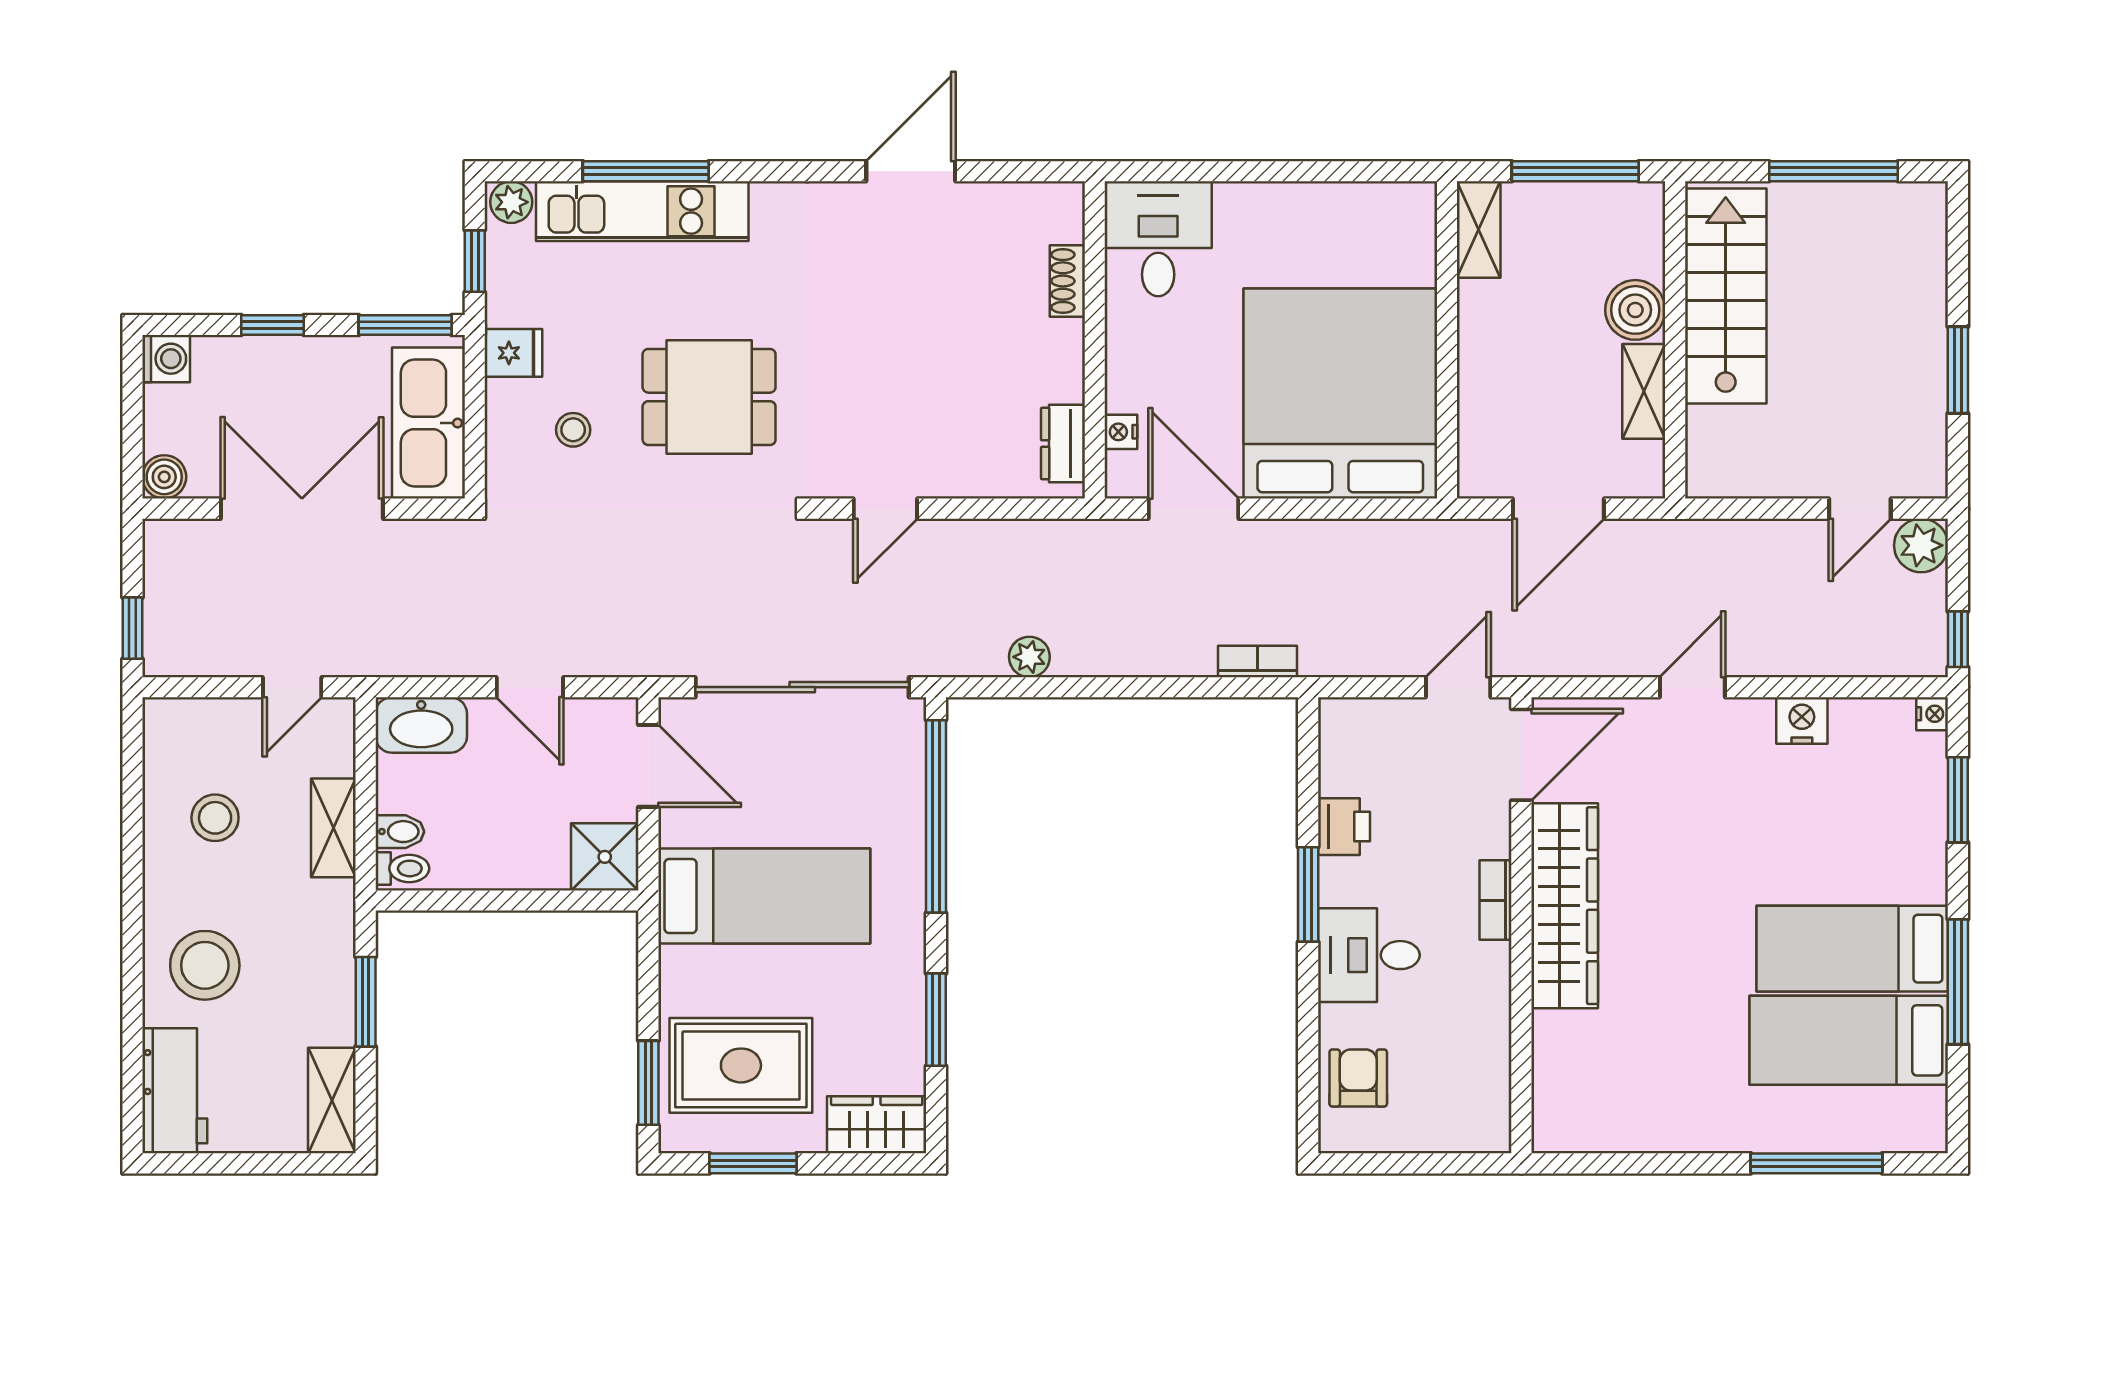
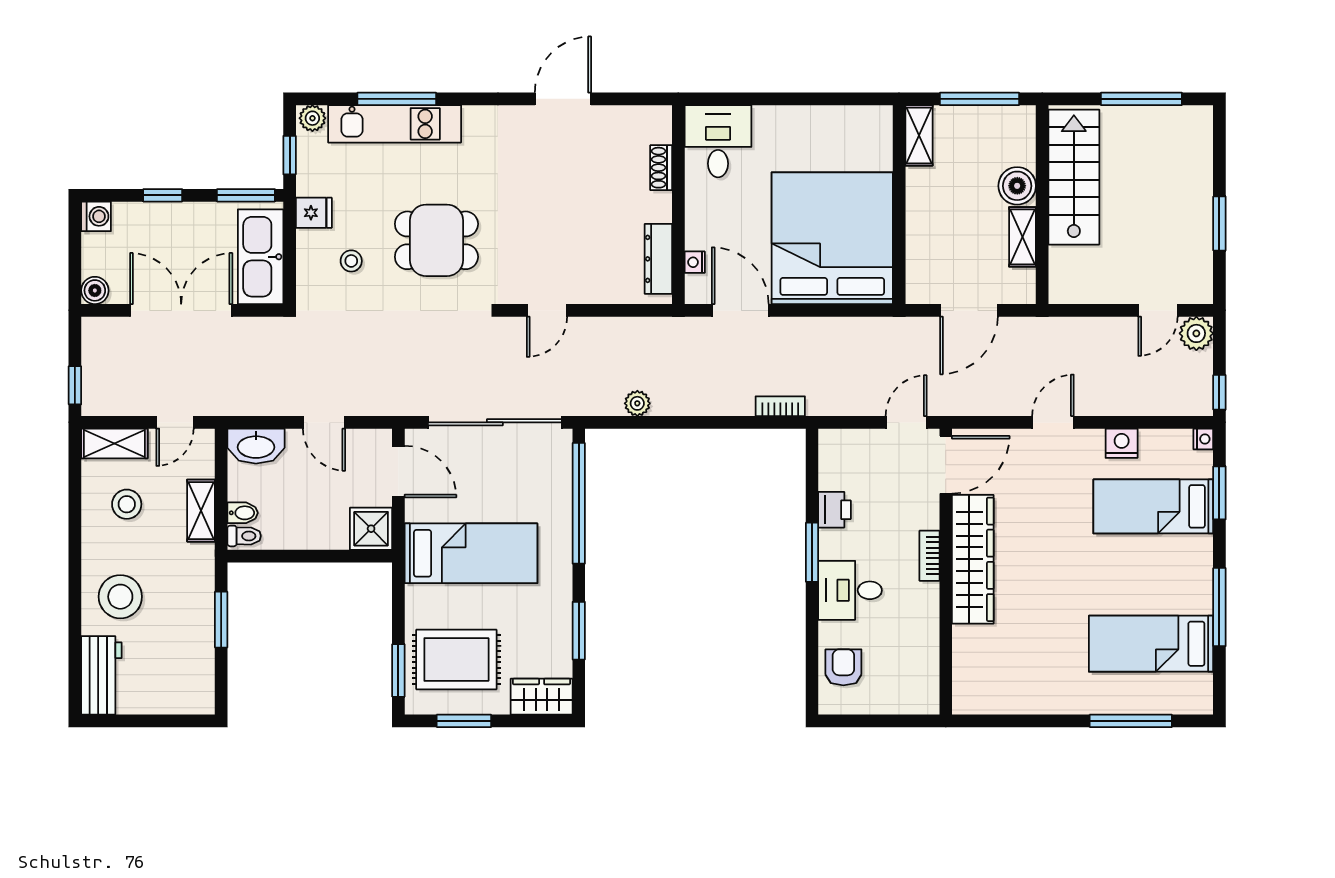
dresser: (1063, 444) -> (658, 259), width x1.44
bed: (1852, 949) -> (1153, 506), moved
shelving: (332, 1100) -> (114, 443), moved, turned 90

